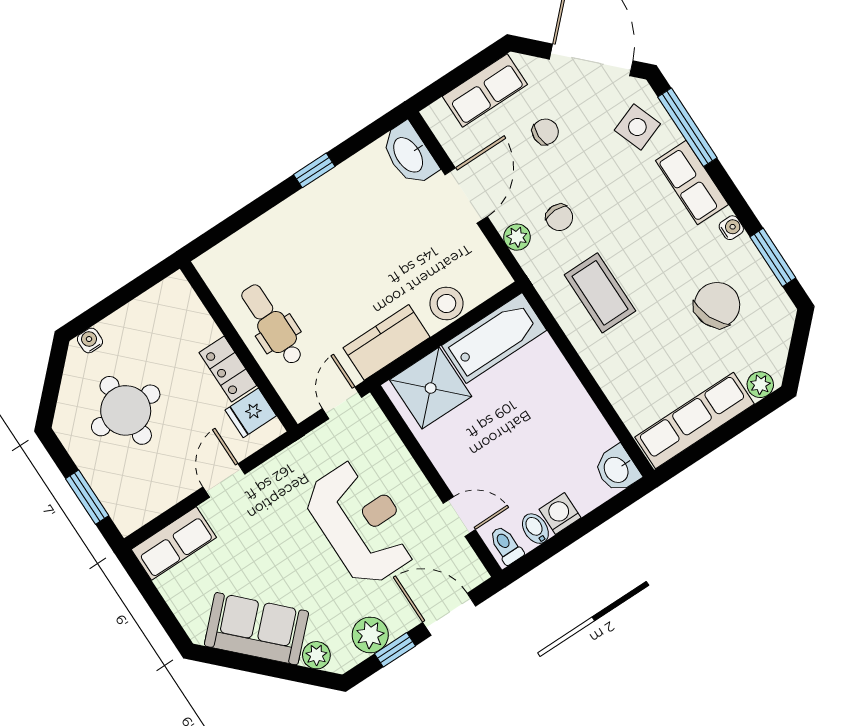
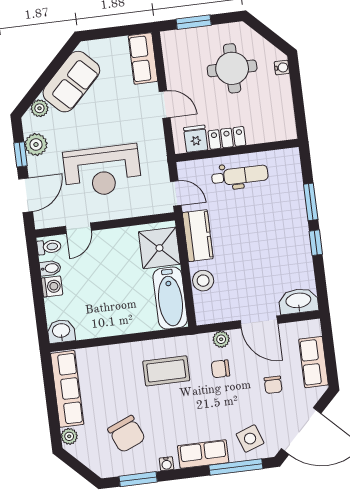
window: (260, 206) -> (311, 202), added

